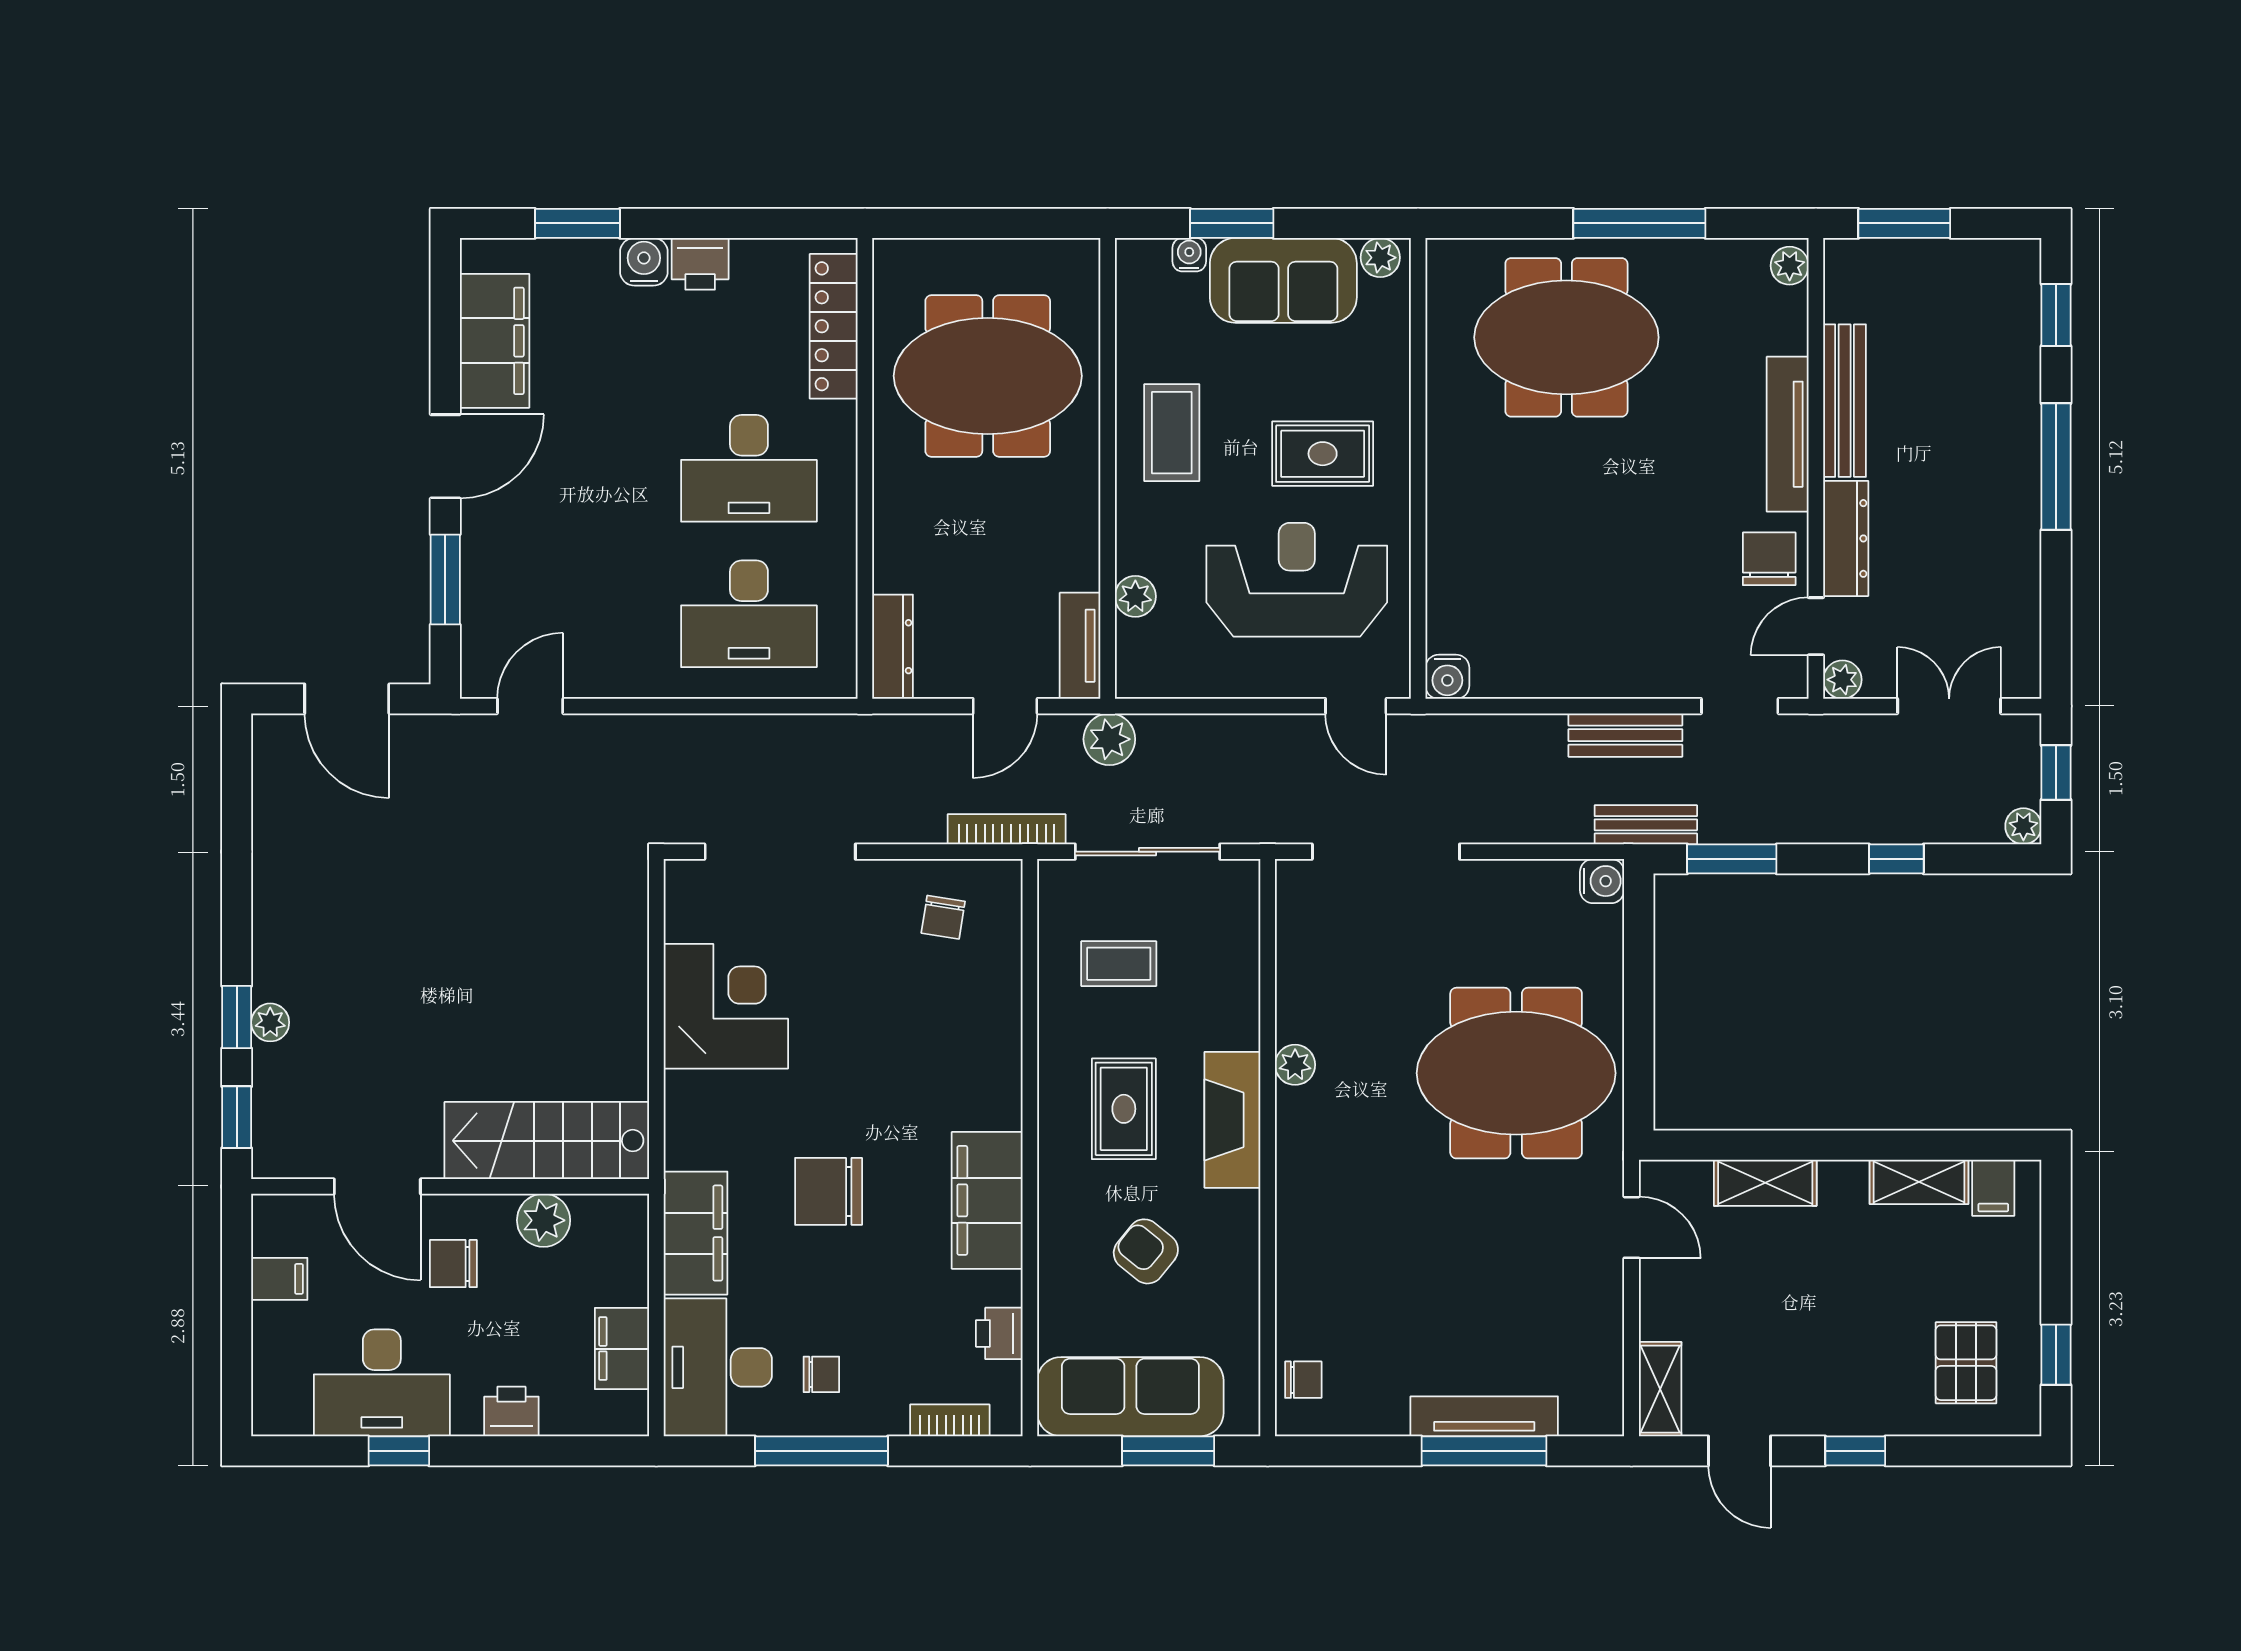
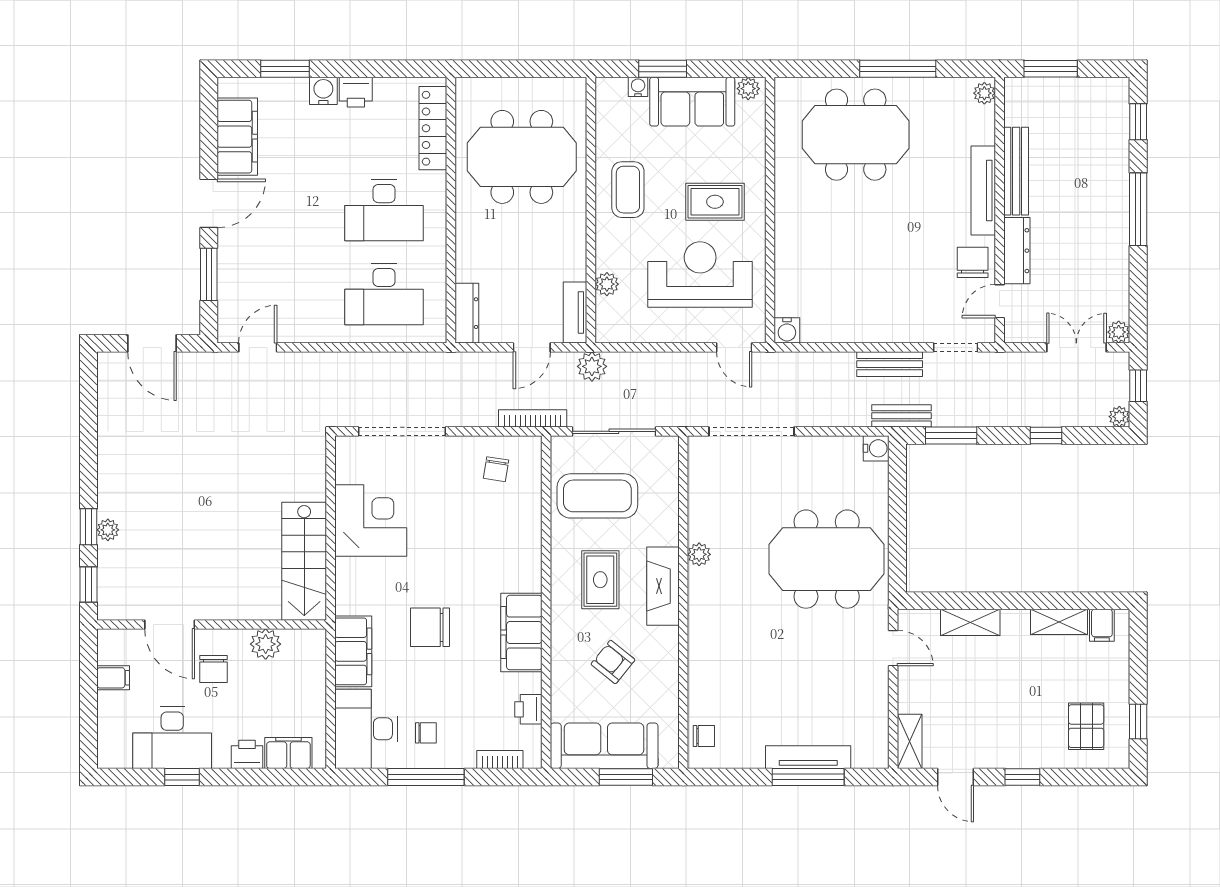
plant: (1842, 680) -> (1119, 332), moved
coffee table: (1119, 964) -> (597, 496), width x1.86, depth x1.72
stairs: (547, 1141) -> (304, 561), moved, turned -90
chair: (453, 1264) -> (213, 669), turned -90
filing cabinet: (622, 1349) -> (288, 753), moved, turned 90

